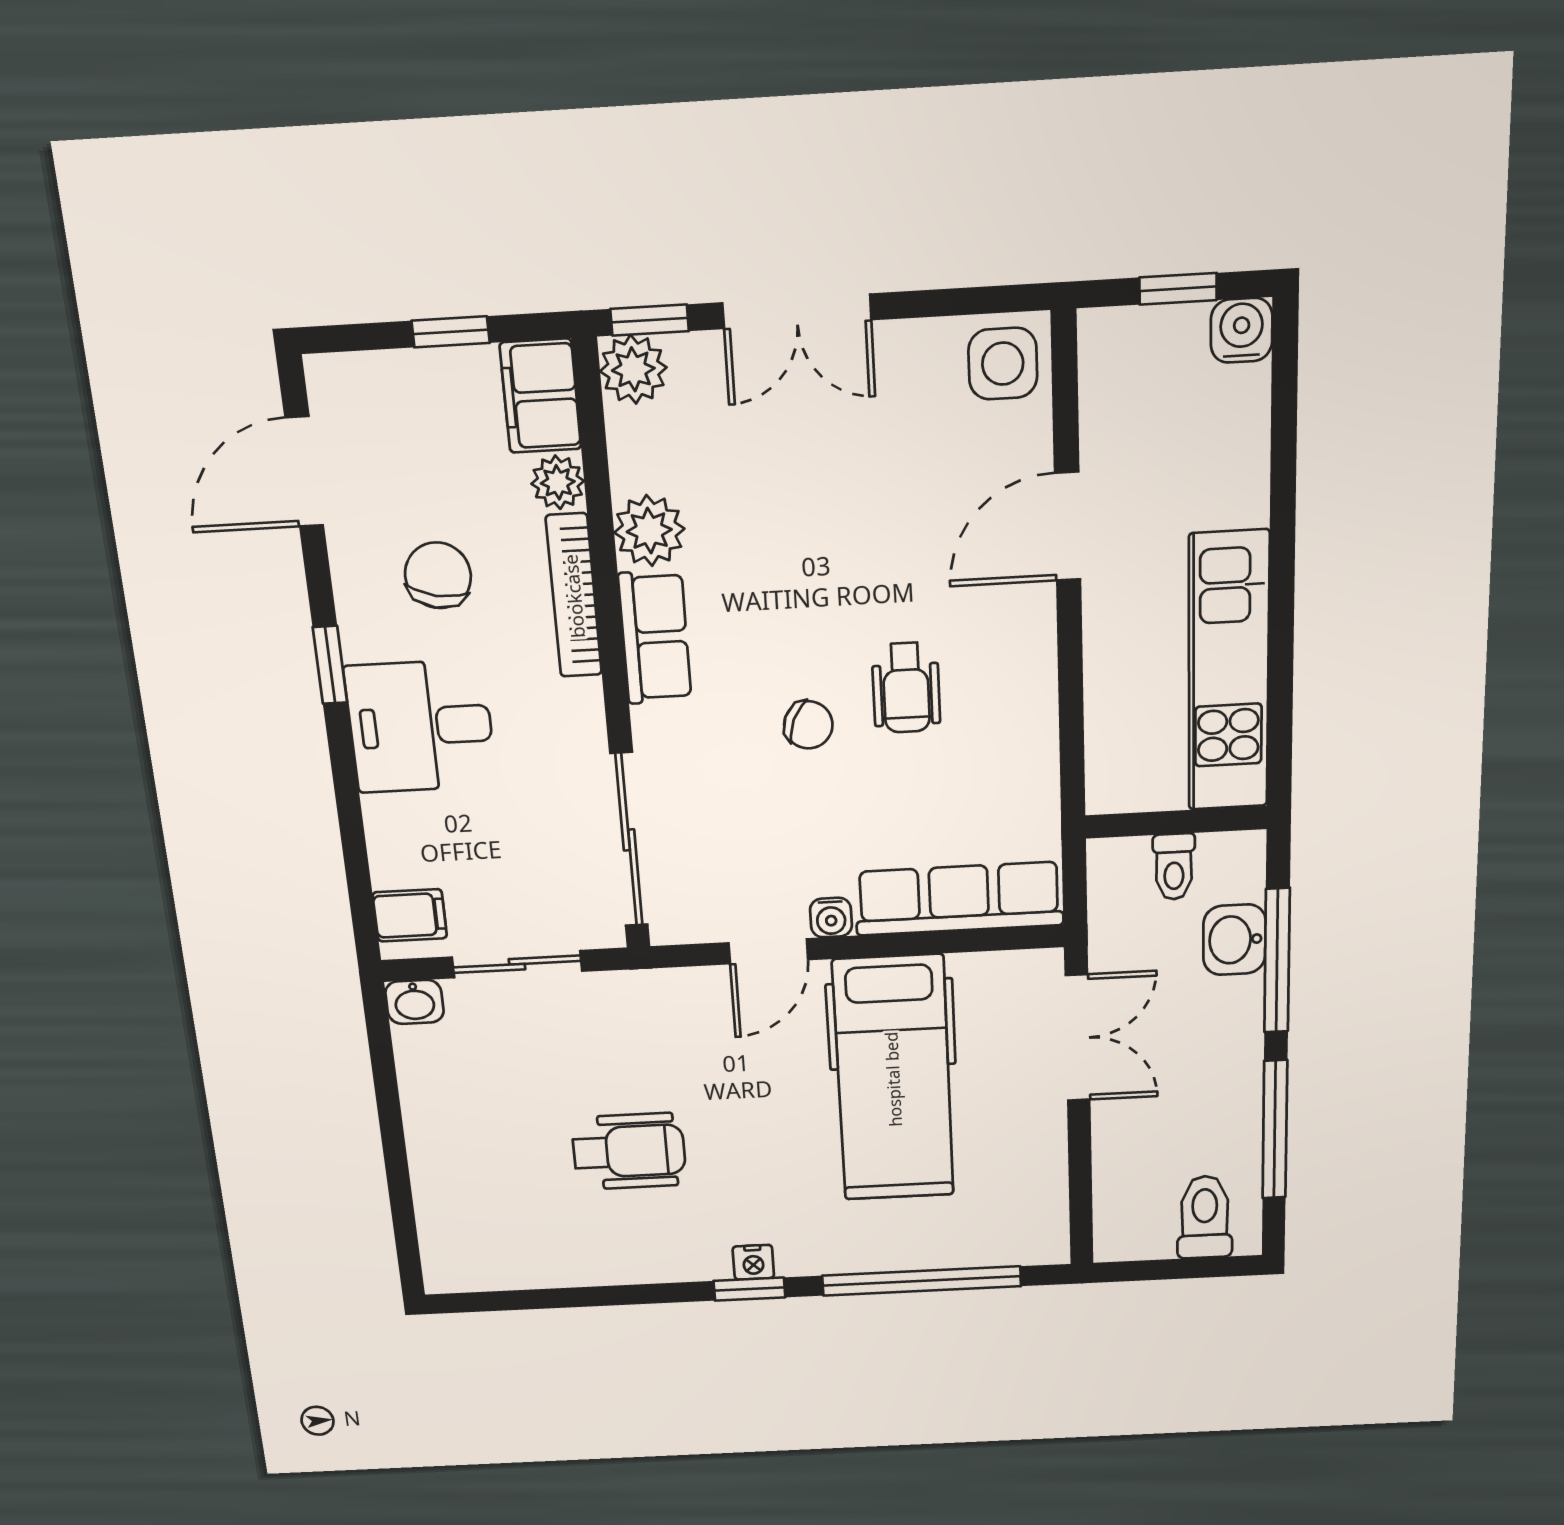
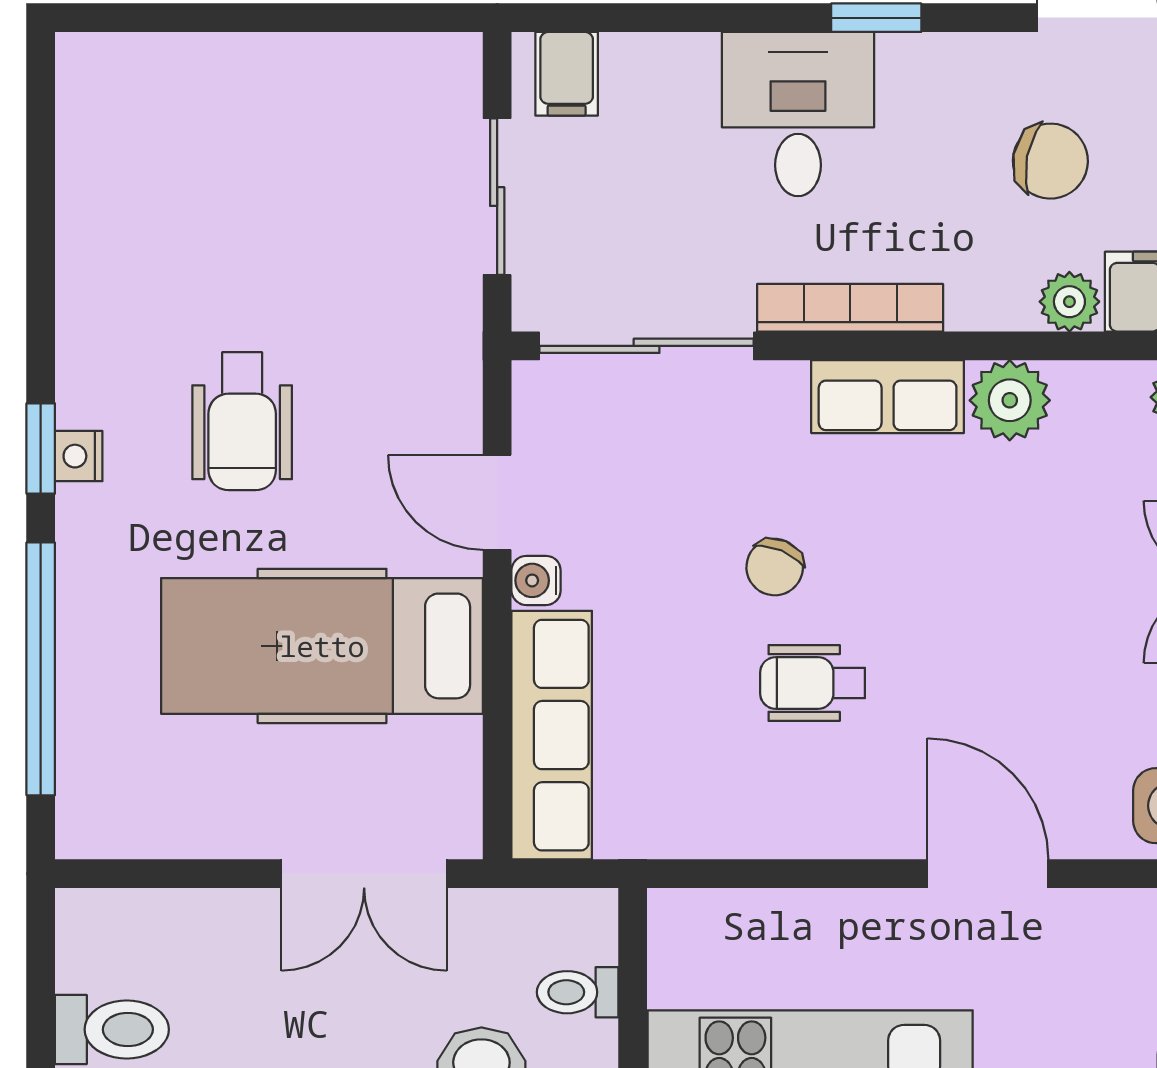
chair: (438, 575) -> (1050, 161), moved
bookcase: (574, 596) -> (850, 308), moved
washbasin: (415, 1002) -> (455, 66), removed
wheelchair: (629, 1151) -> (242, 421), moved

